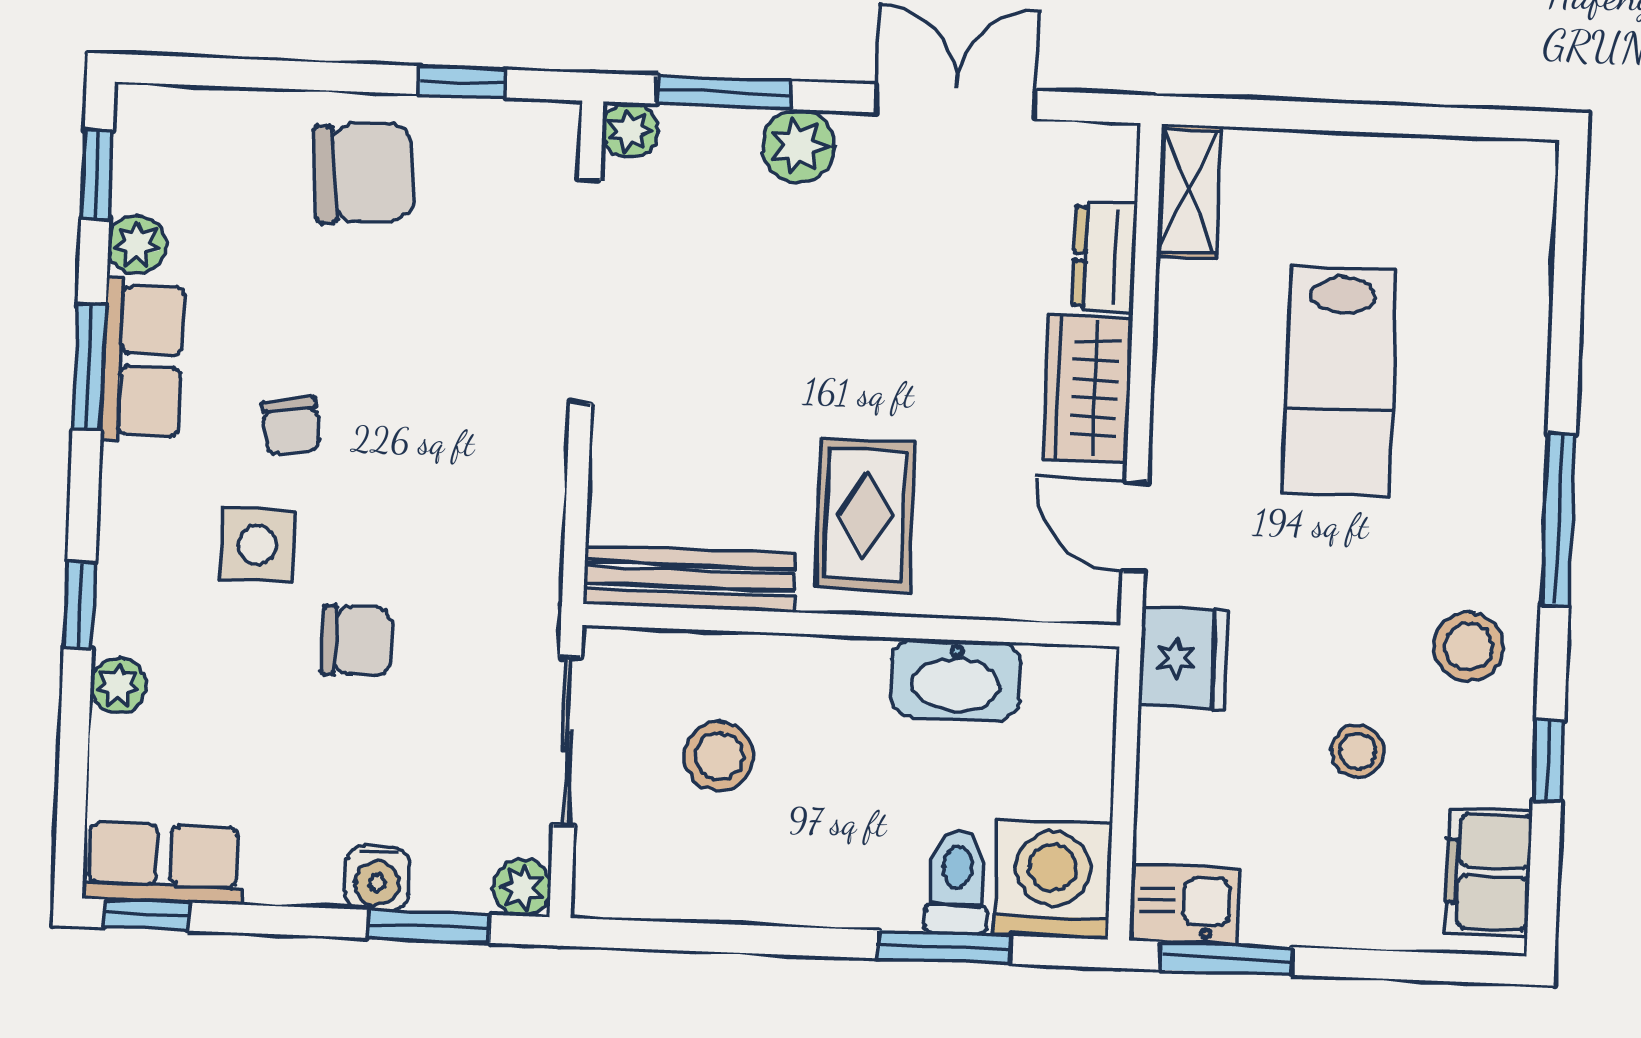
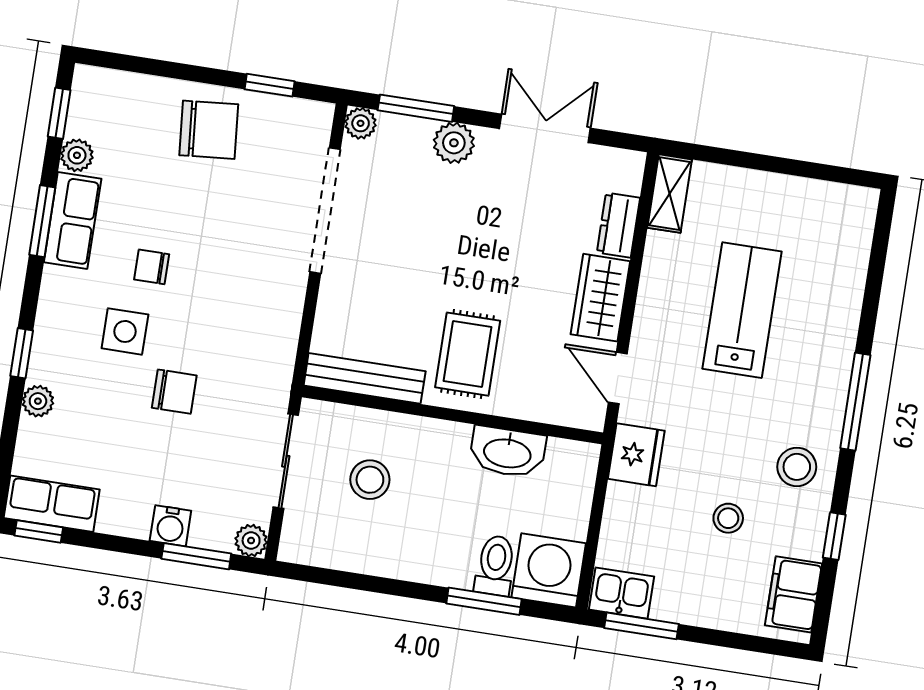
lab bench: (1340, 382) -> (742, 310), turned 180
chair: (291, 426) -> (152, 267), turned 98

